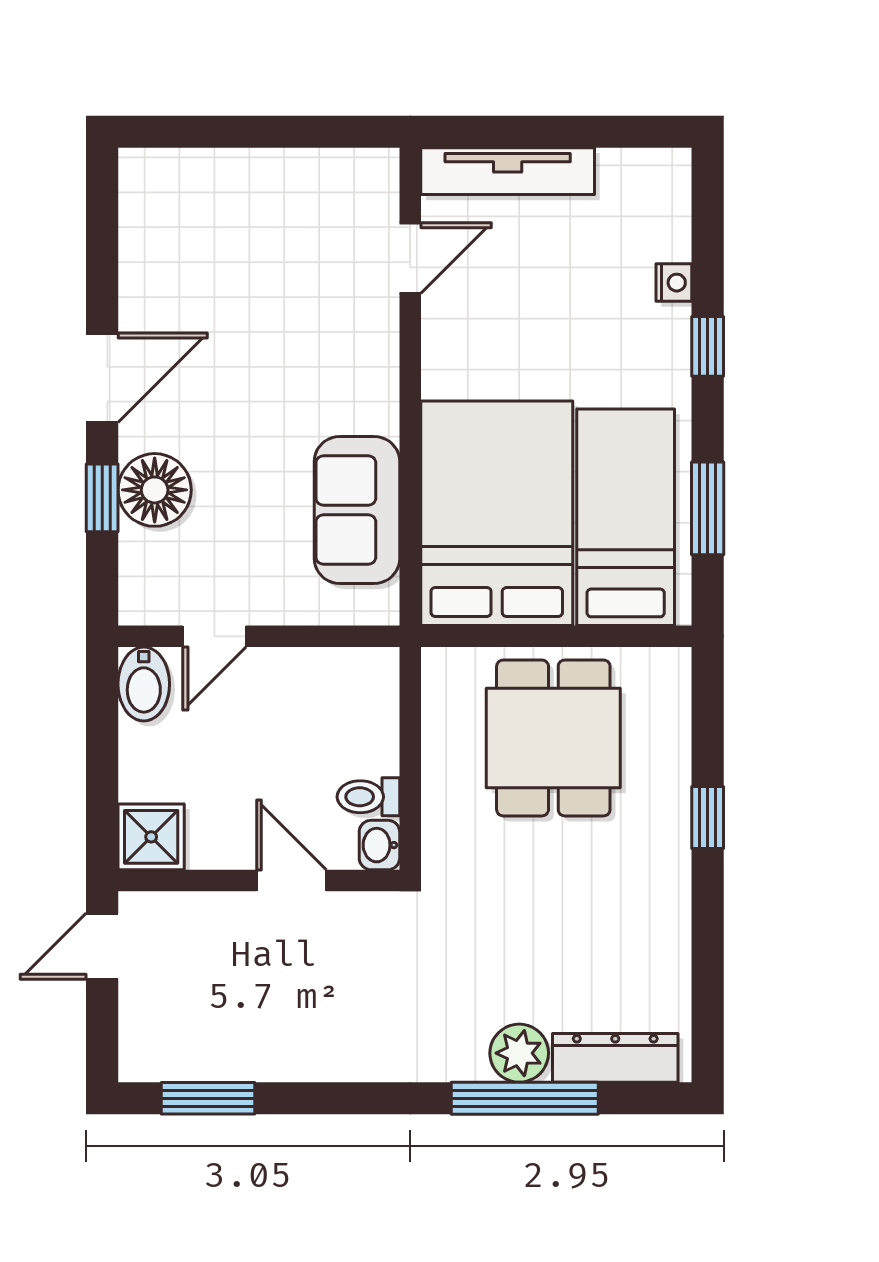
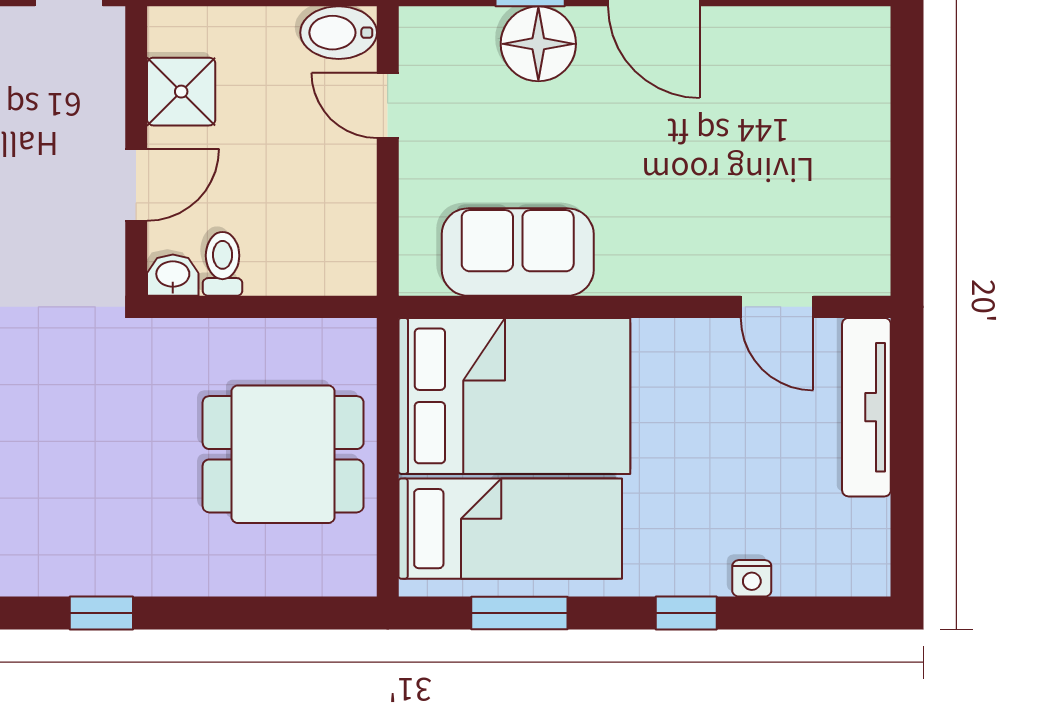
window: (708, 818) -> (101, 613), moved
shower: (151, 837) -> (181, 92), moved

